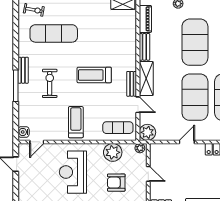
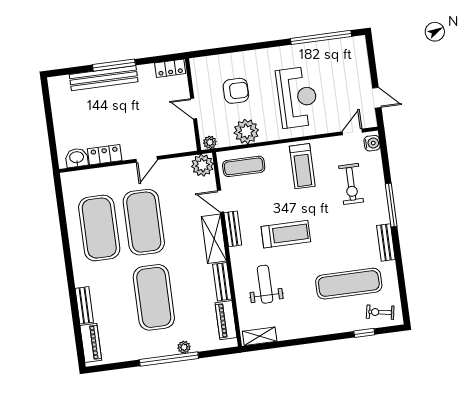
weight bench: (114, 41) -> (265, 284), added
bench: (23, 70) -> (386, 242), moved
exercise bike: (50, 83) -> (351, 184), moved

